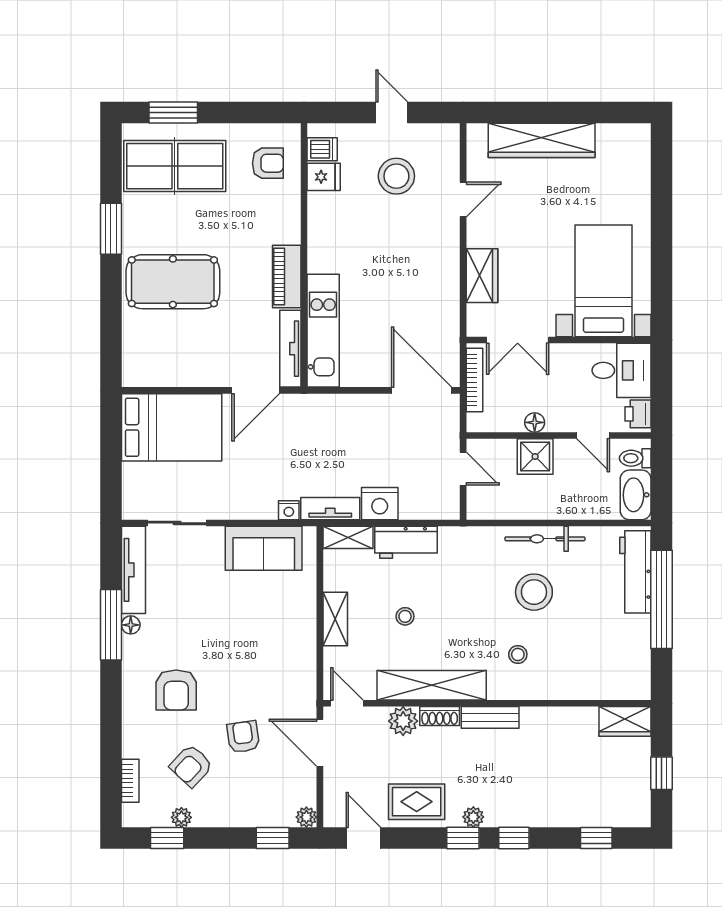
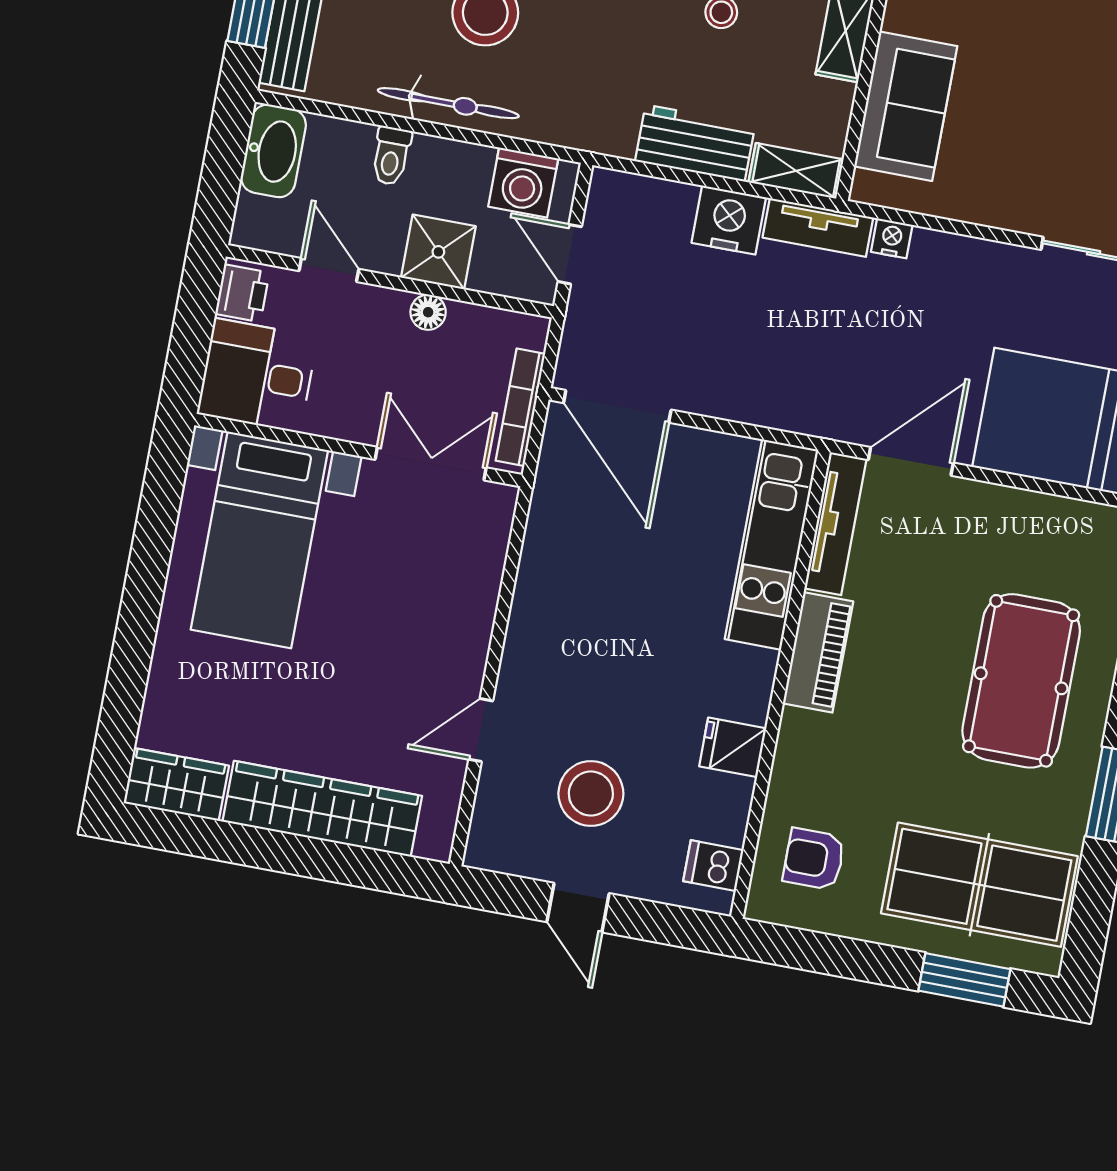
fridge: (324, 177) -> (733, 747), moved
wardrobe: (482, 276) -> (176, 784), moved, turned 90
pool table: (173, 282) -> (1021, 681), turned 90
toilet: (635, 458) -> (391, 156), moved, turned 90
washing machine: (496, 503) -> (523, 183), added
sofa: (264, 548) -> (906, 106), moved, turned 90

